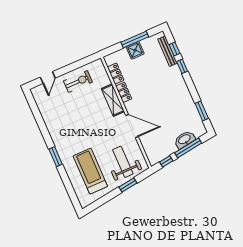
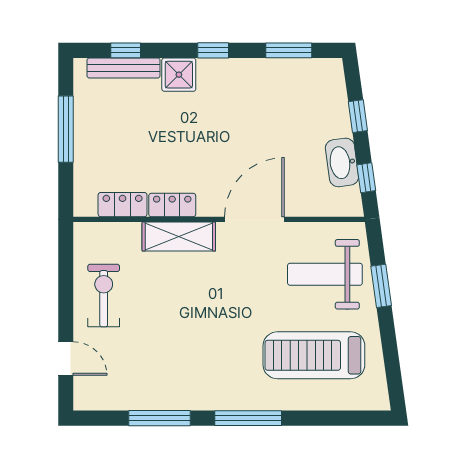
shower: (135, 50) -> (179, 75), moved
window: (182, 66) -> (213, 50), moved
window: (41, 123) -> (160, 418), added
washbasin: (184, 140) -> (342, 162), moved
window: (188, 148) -> (358, 116), width x0.46
window: (56, 157) -> (248, 418), width x1.44

